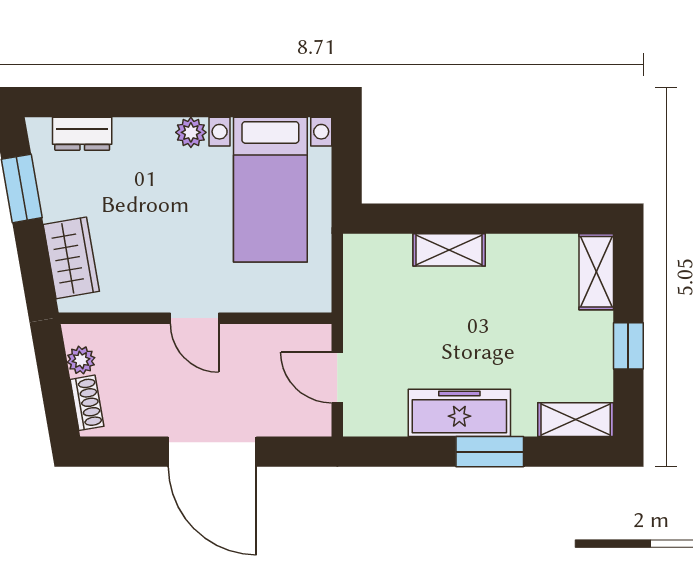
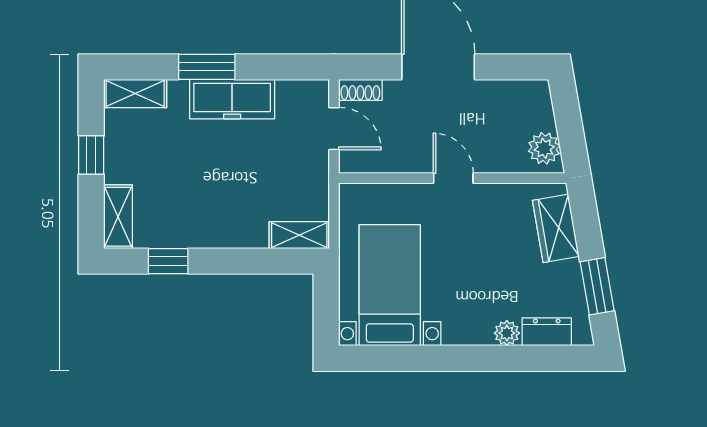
plant: (191, 132) -> (507, 333), moved
window: (536, 219) -> (168, 261), added
shelving: (449, 250) -> (299, 235), moved
plant: (81, 360) -> (544, 148), width x1.38, depth x1.38
shoe rack: (87, 403) -> (360, 90), moved, turned -80

